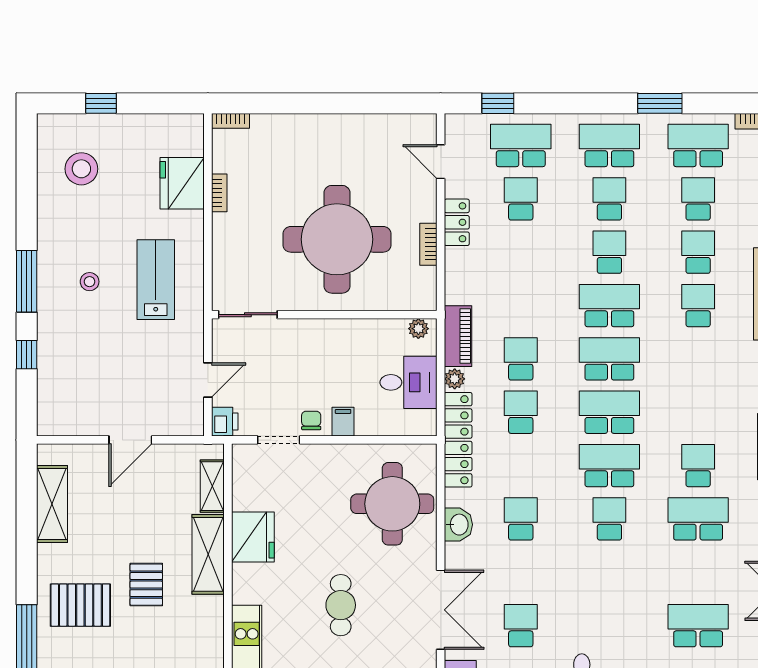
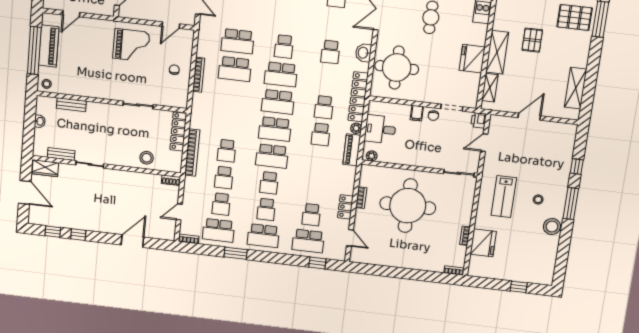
stool: (81, 169) -> (552, 227), moved
school desk: (698, 466) -> (235, 69), width x1.85
pallet: (80, 605) -> (575, 17), moved

